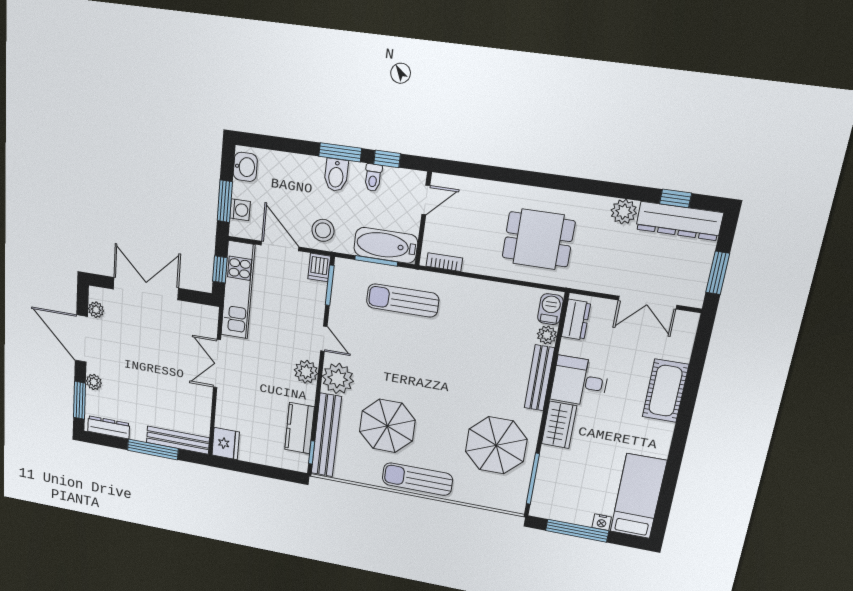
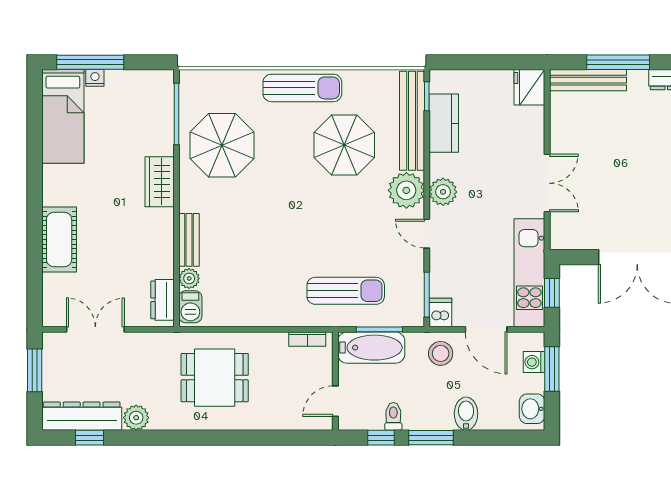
bidet: (336, 175) -> (466, 414), moved
bench: (539, 378) -> (189, 240), width x0.73
desk: (580, 381) -> (147, 234), removed
window: (577, 531) -> (90, 62), moved

